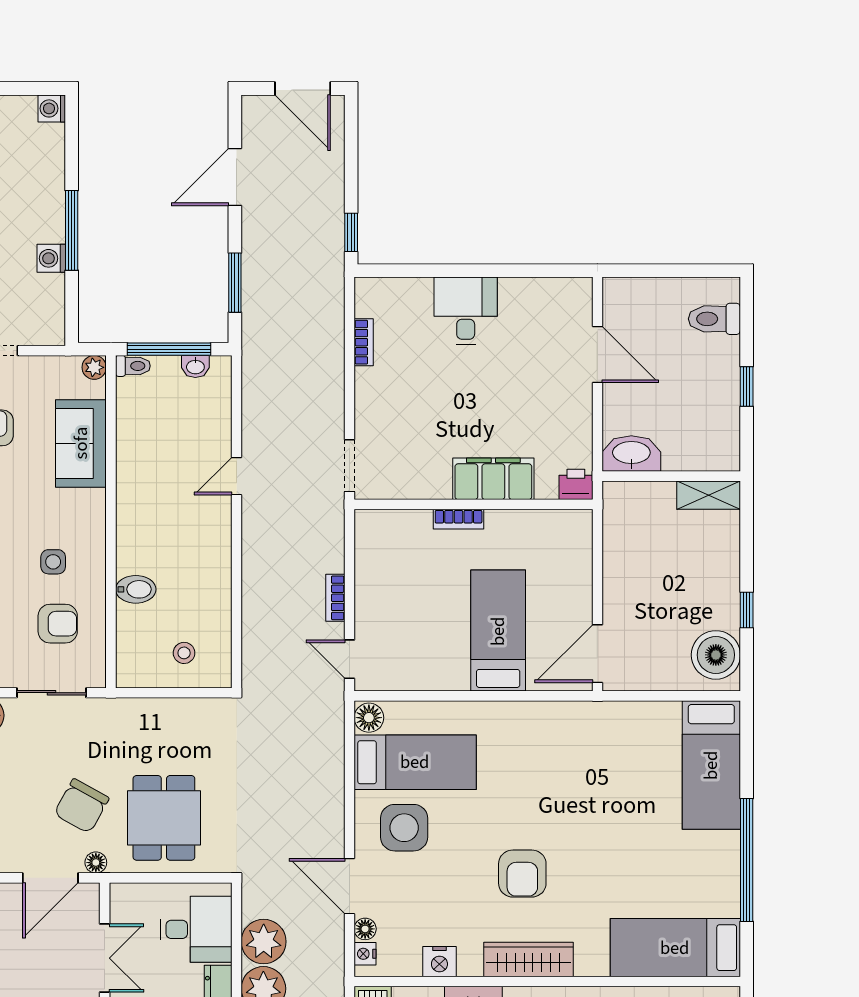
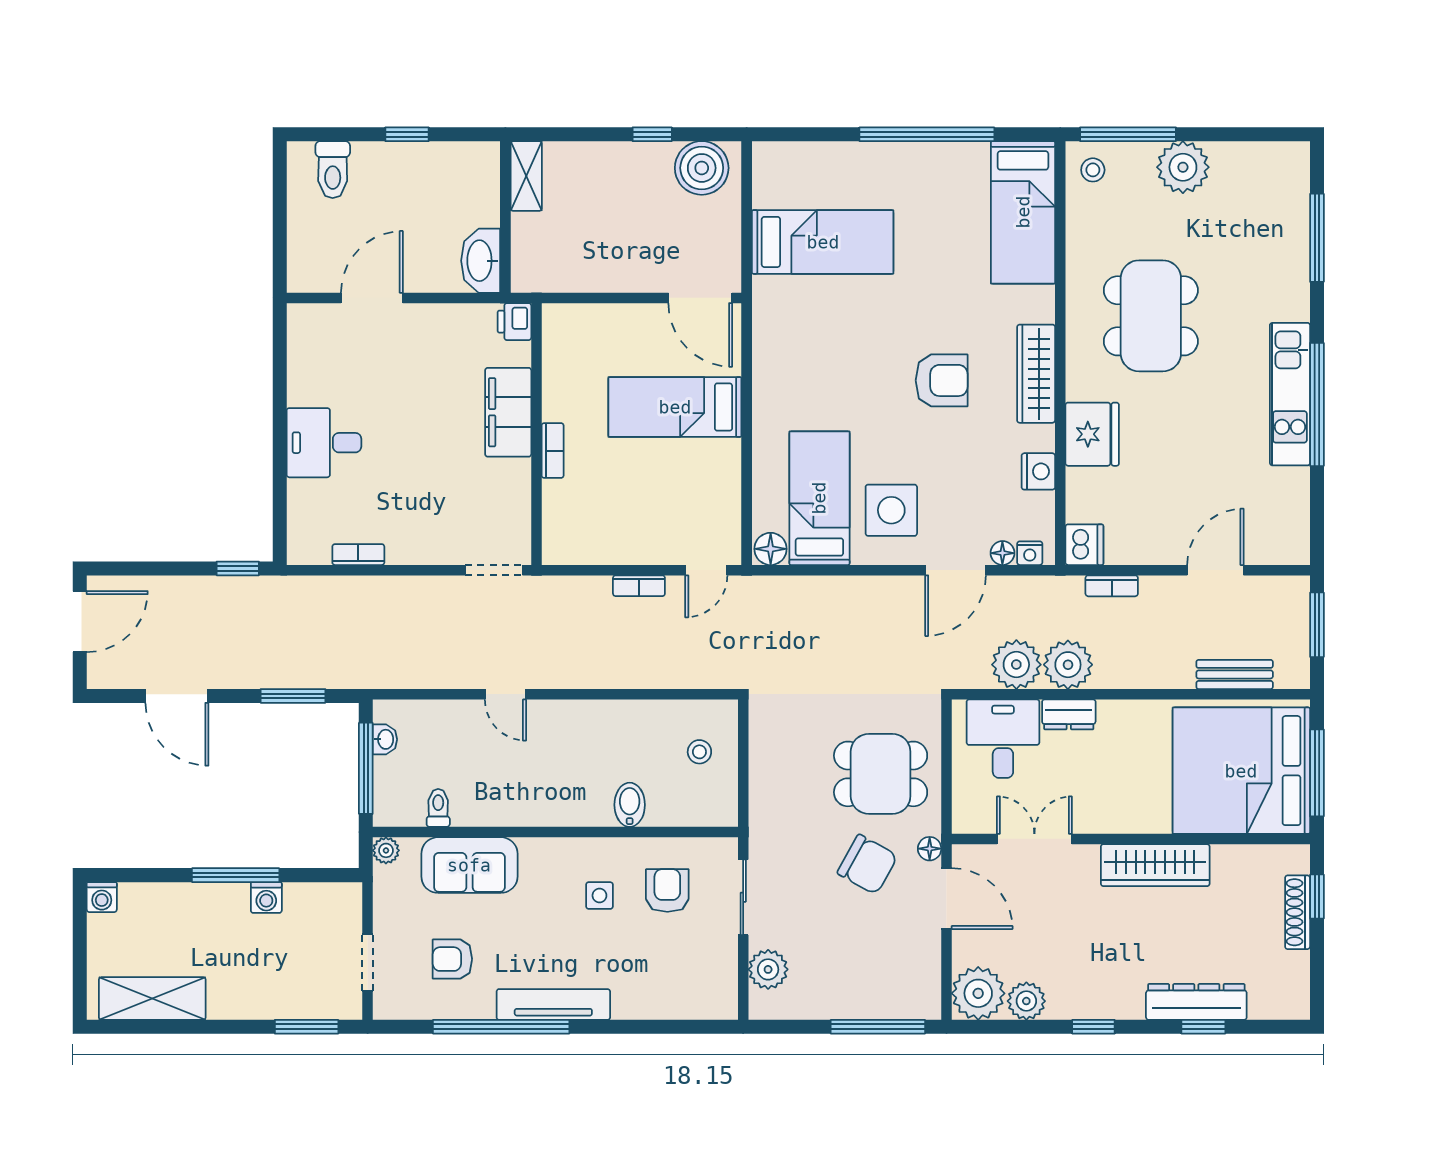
toilet: (133, 366) -> (438, 808), moved
bed: (711, 765) -> (823, 242), moved

